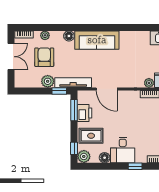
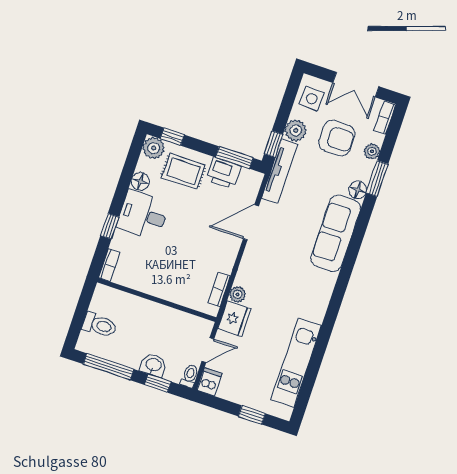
window: (59, 27) -> (377, 179), added
side table: (27, 78) -> (312, 99), added
rug: (91, 136) -> (183, 171), turned 90

